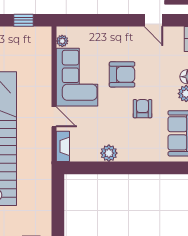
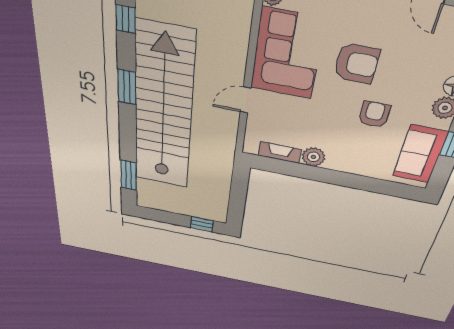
door: (54, 117) -> (246, 100), swing flipped
fireplace: (63, 146) -> (280, 152), moved, turned -90

